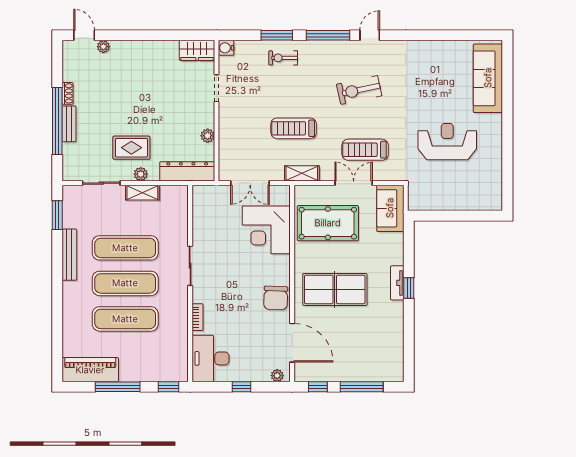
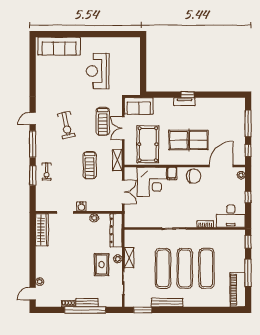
door: (370, 35) -> (33, 118), hinge flipped
water cooler: (226, 48) -> (81, 207), moved
wardrobe: (197, 50) -> (42, 230), width x1.50
filing cabinet: (280, 263) -> (172, 173), added
table tennis table: (335, 289) -> (188, 140), turned 90

